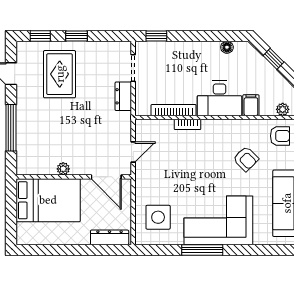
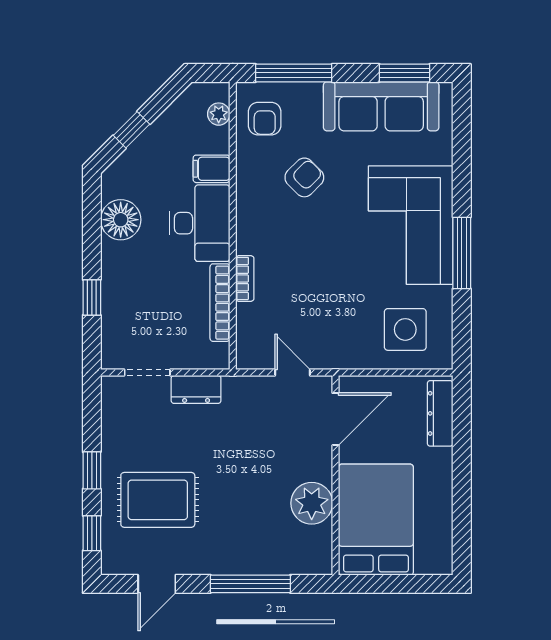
window: (156, 36) -> (92, 297), moved
floor lamp: (227, 47) -> (121, 220), width x1.89, depth x1.89
armchair: (280, 136) -> (265, 119), turned 180
plant: (63, 169) -> (312, 503), width x1.87, depth x1.87

